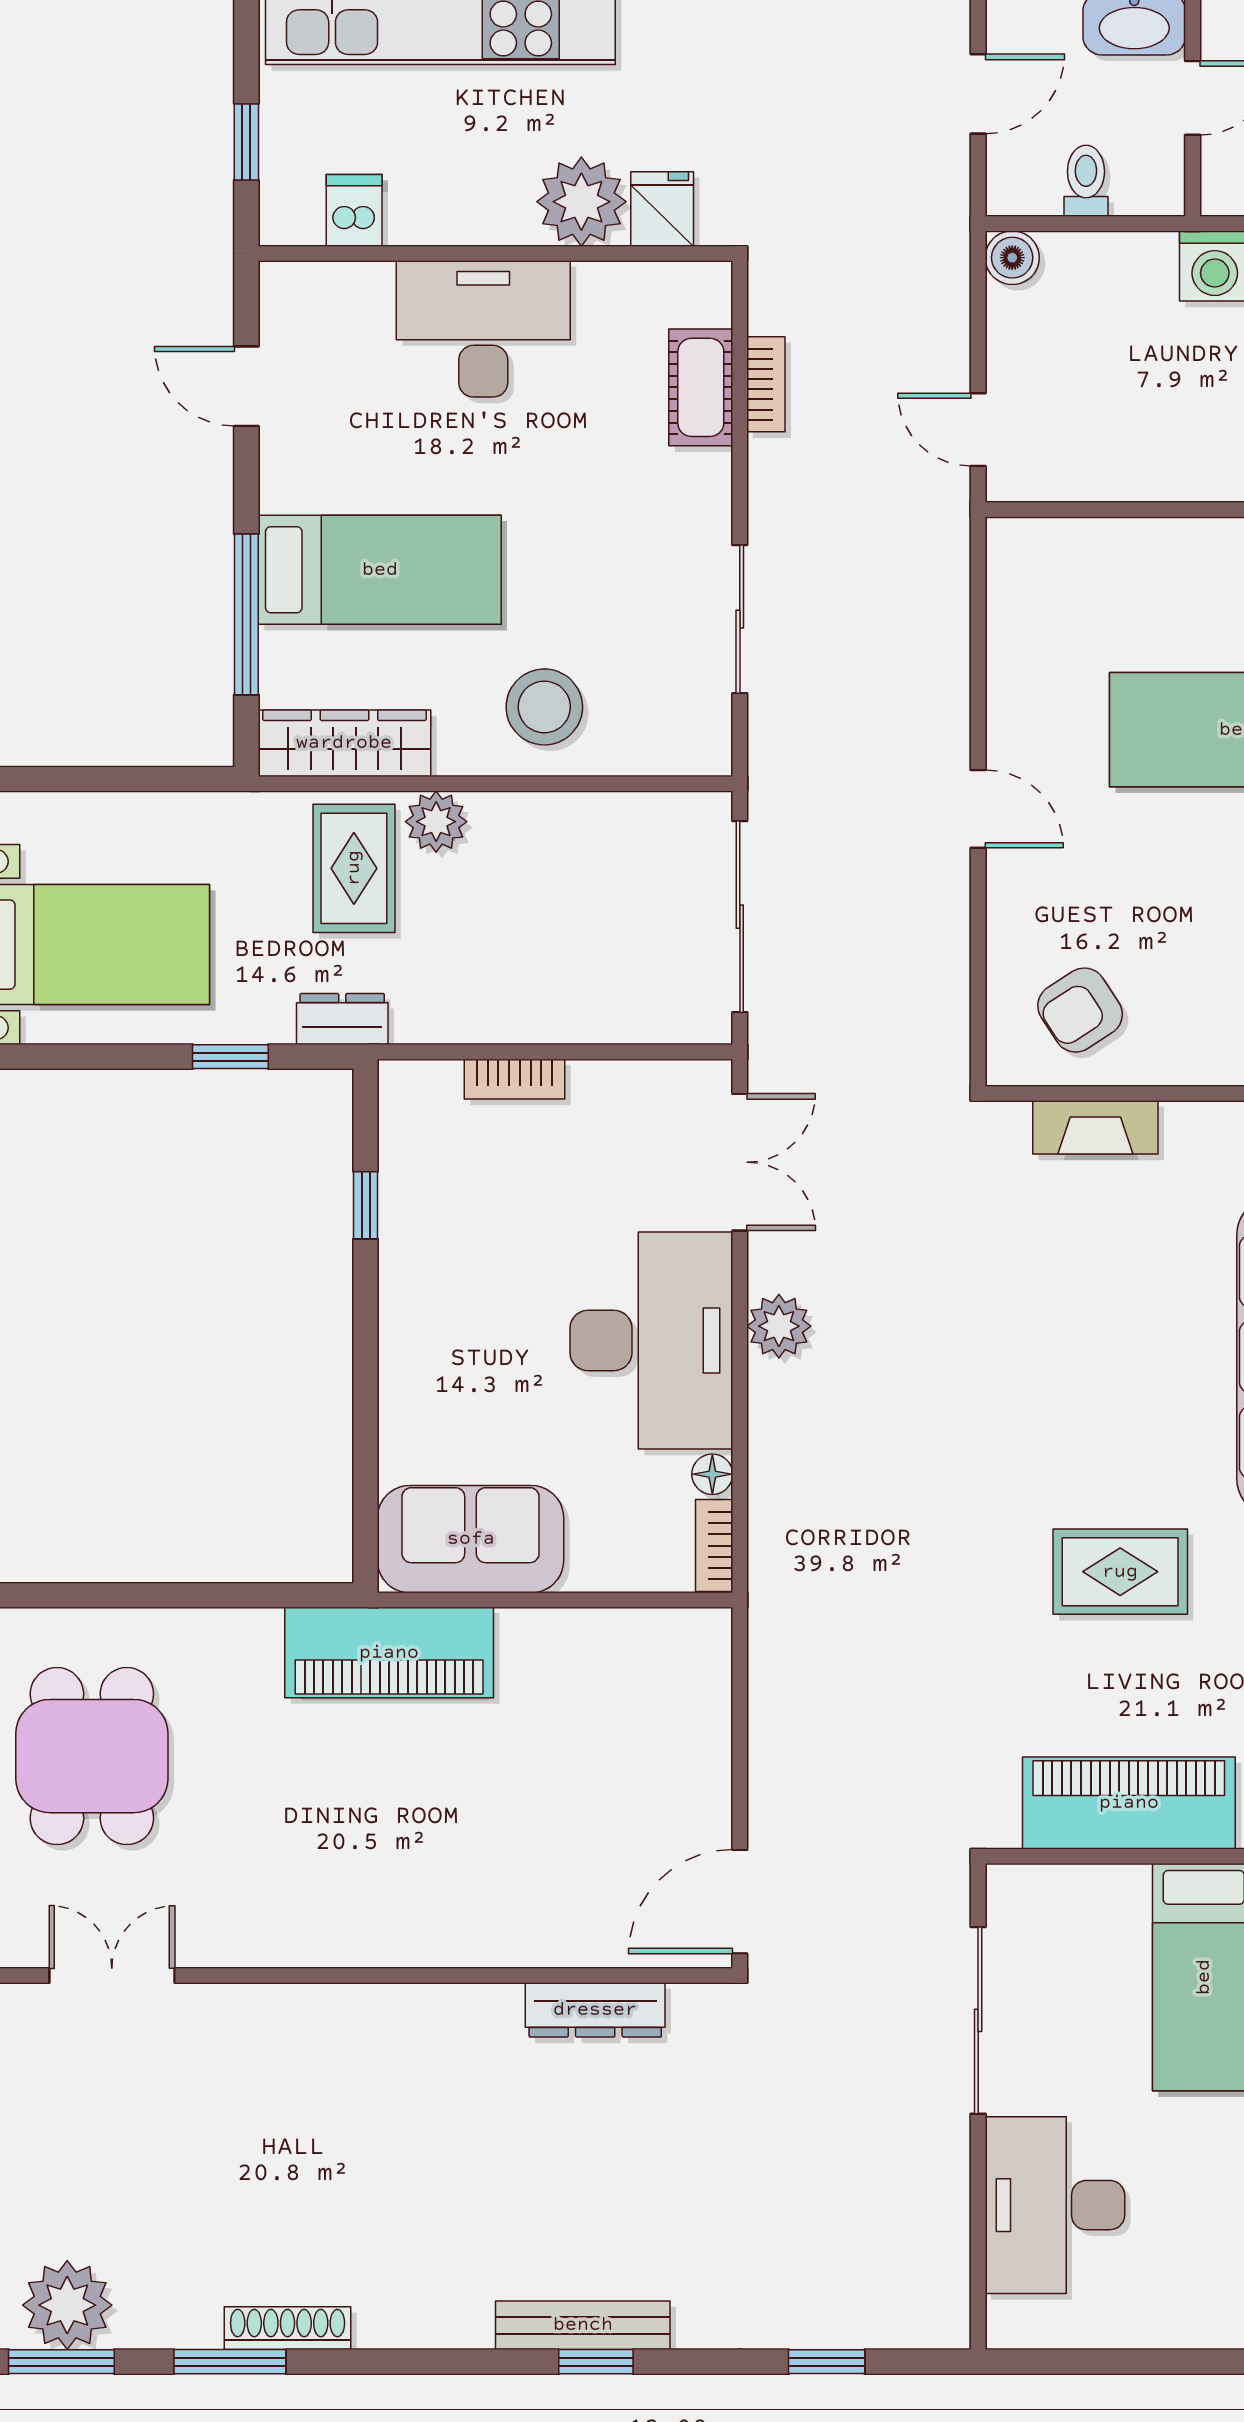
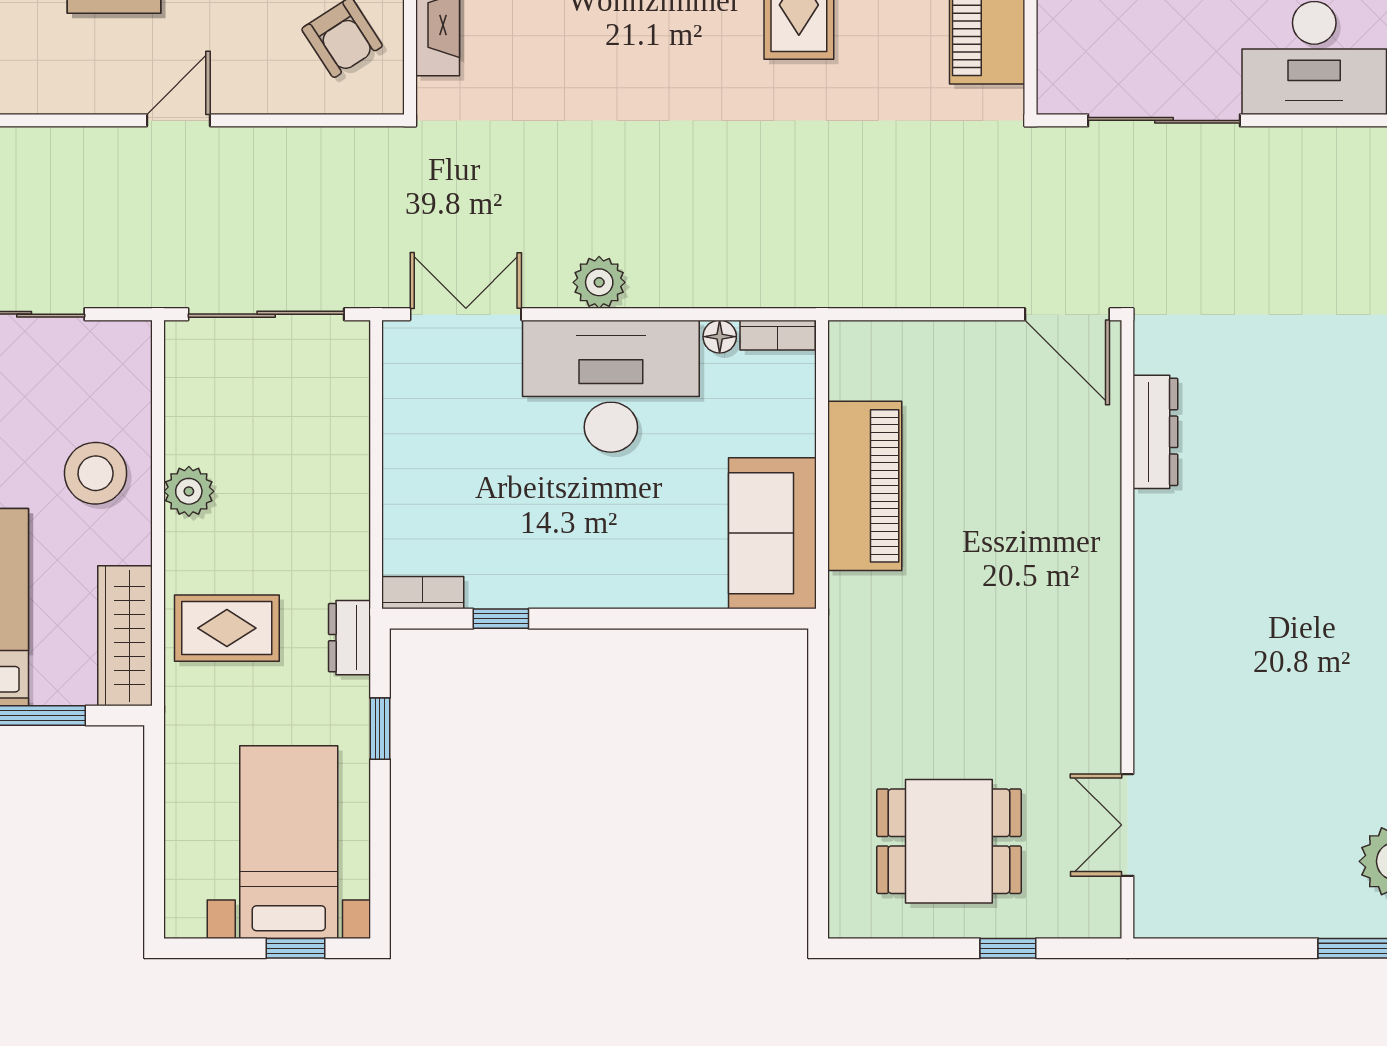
plant: (436, 822) -> (189, 491), moved
bookcase: (515, 1079) -> (423, 593), moved, turned -90
piano: (389, 1653) -> (865, 486), moved

